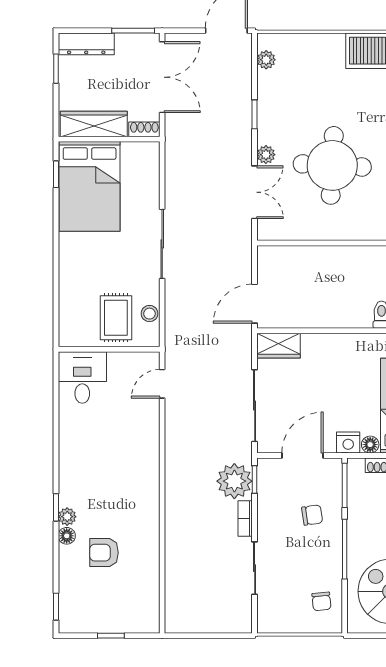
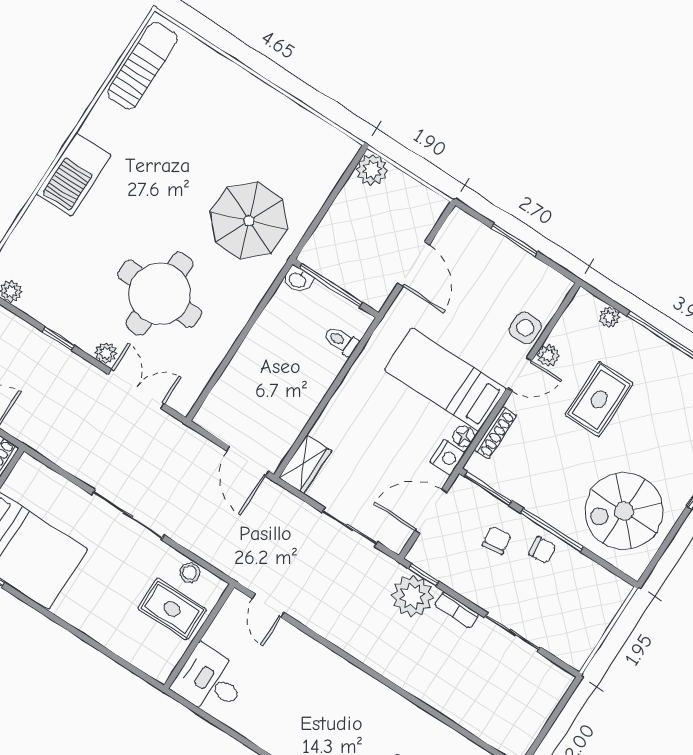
sliding door: (255, 406) -> (350, 527), width x0.73
door: (302, 455) -> (431, 511), hinge flipped
chair: (321, 601) -> (542, 550), moved

